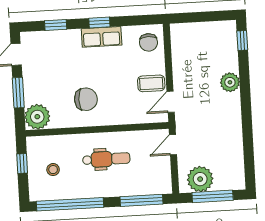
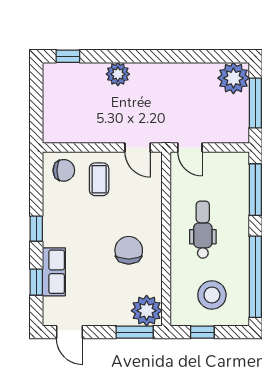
row of seats: (102, 37) -> (54, 272), moved
coffee table: (151, 83) -> (99, 179), moved
window: (18, 93) -> (135, 332), moved
stool: (53, 170) -> (212, 295), width x1.89, depth x1.89
plant: (200, 179) -> (233, 78), moved

